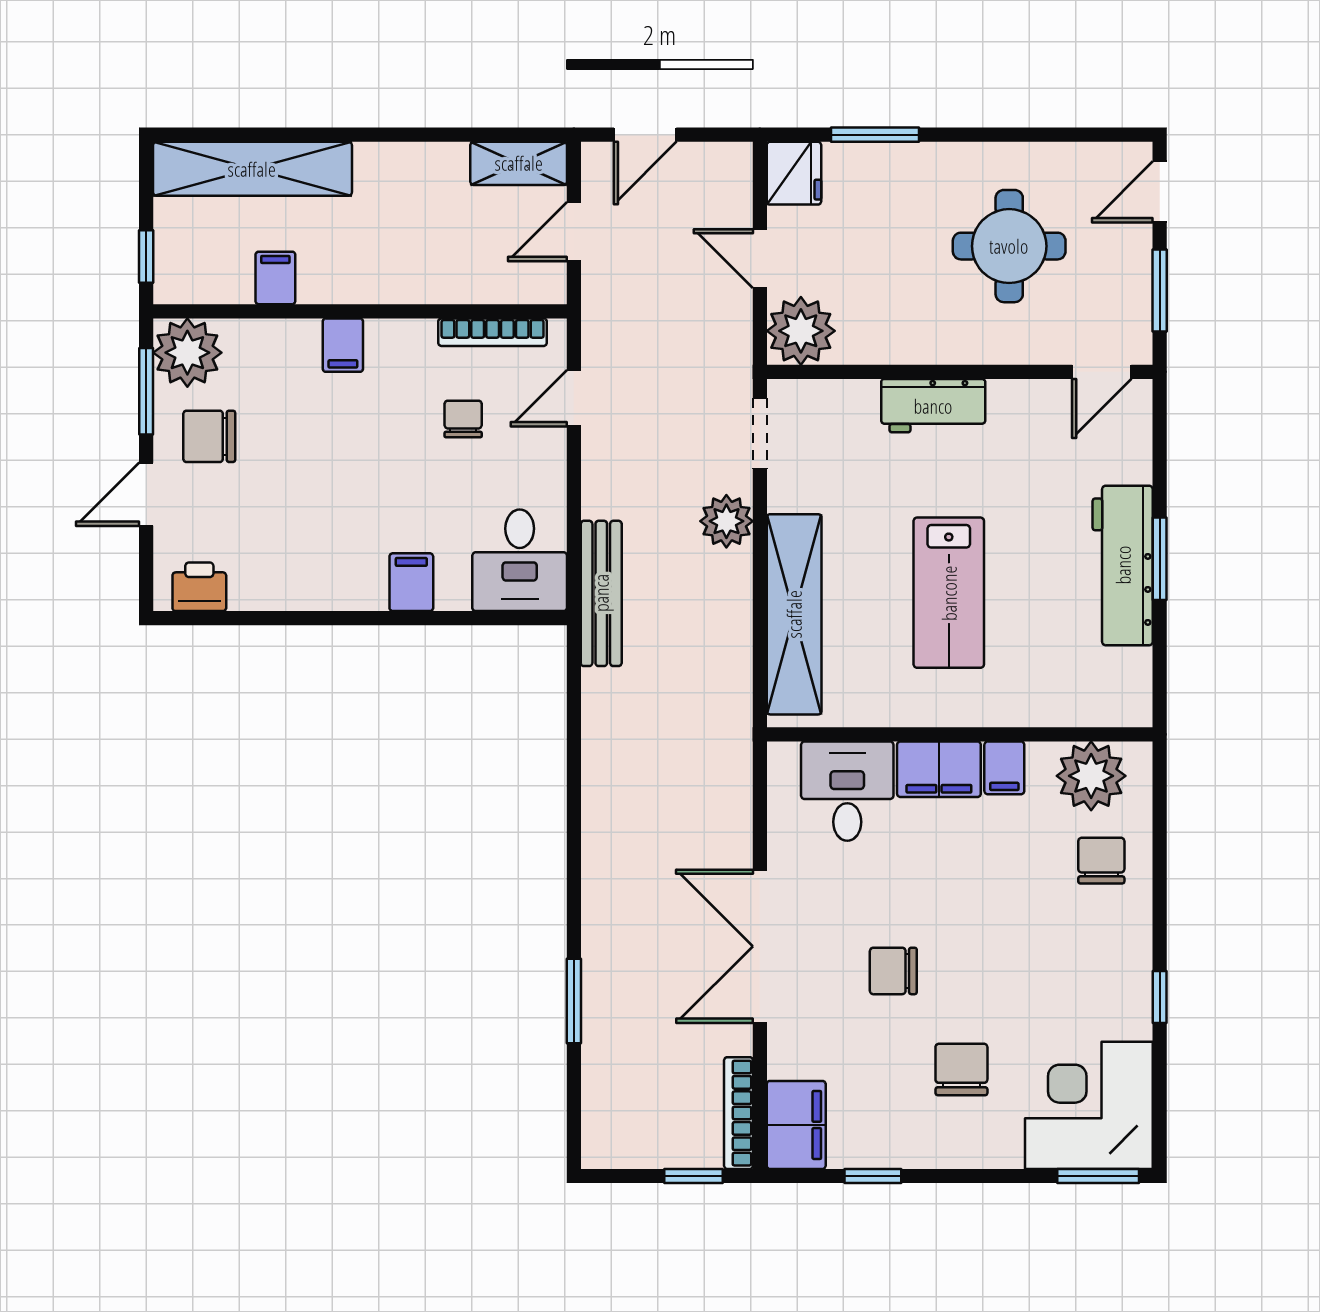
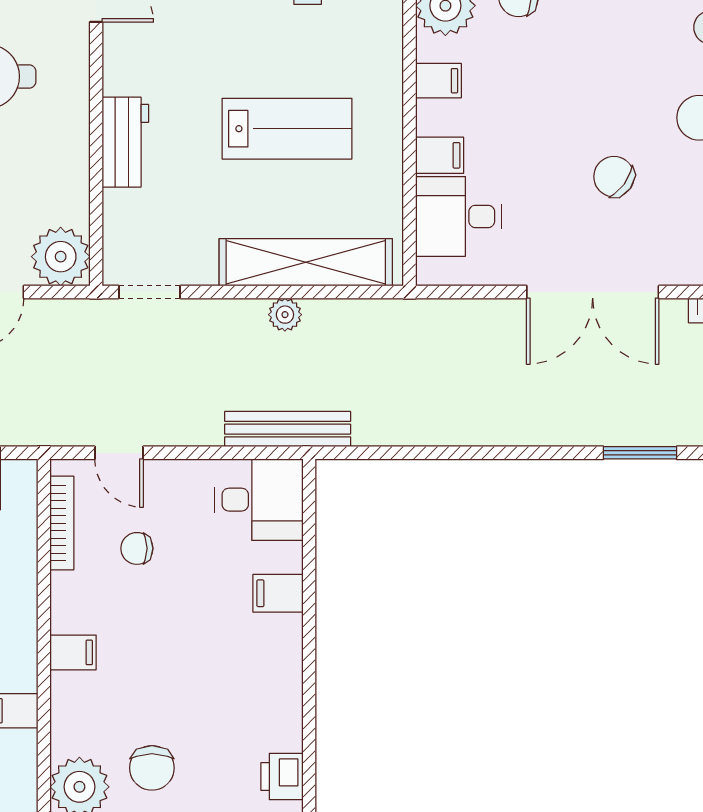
plant: (726, 521) -> (285, 315), moved, width x0.73, depth x0.73
filing cabinet: (939, 769) -> (440, 155), width x0.50
chair: (893, 971) -> (614, 177), turned 126

